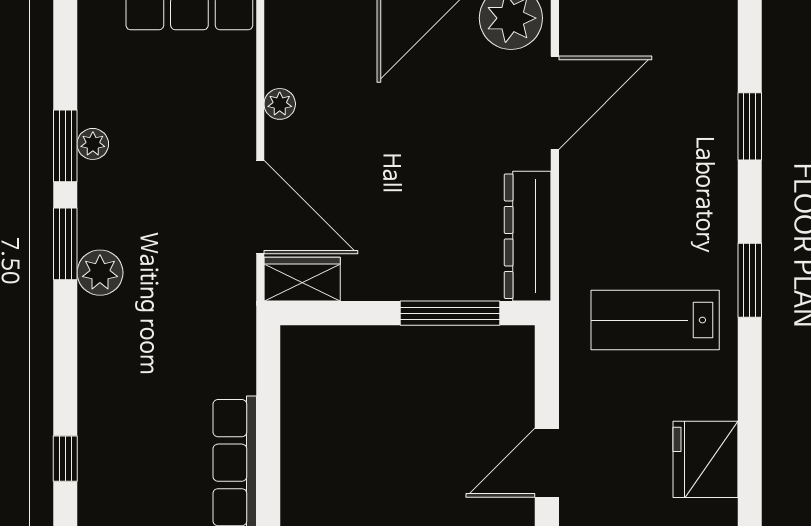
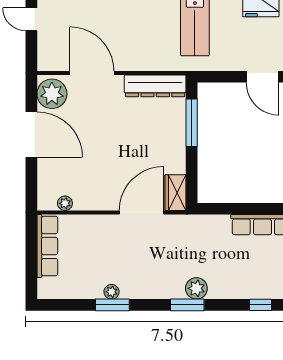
plant: (280, 104) -> (65, 203), moved
window: (65, 244) -> (187, 305), moved
plant: (100, 273) -> (196, 288), moved

